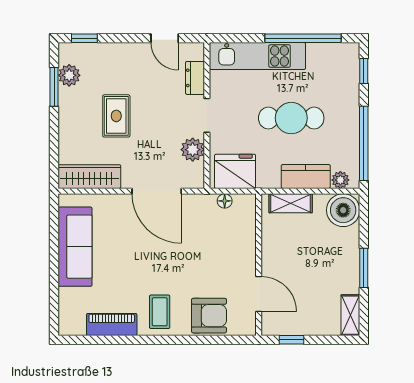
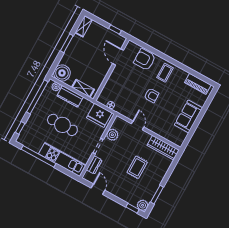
plant: (69, 75) -> (143, 205), moved
door: (157, 191) -> (138, 125), width x0.53
sofa: (75, 247) -> (188, 116), width x0.73
armchair: (161, 258) -> (152, 95), added
piano: (112, 324) -> (198, 84), moved

